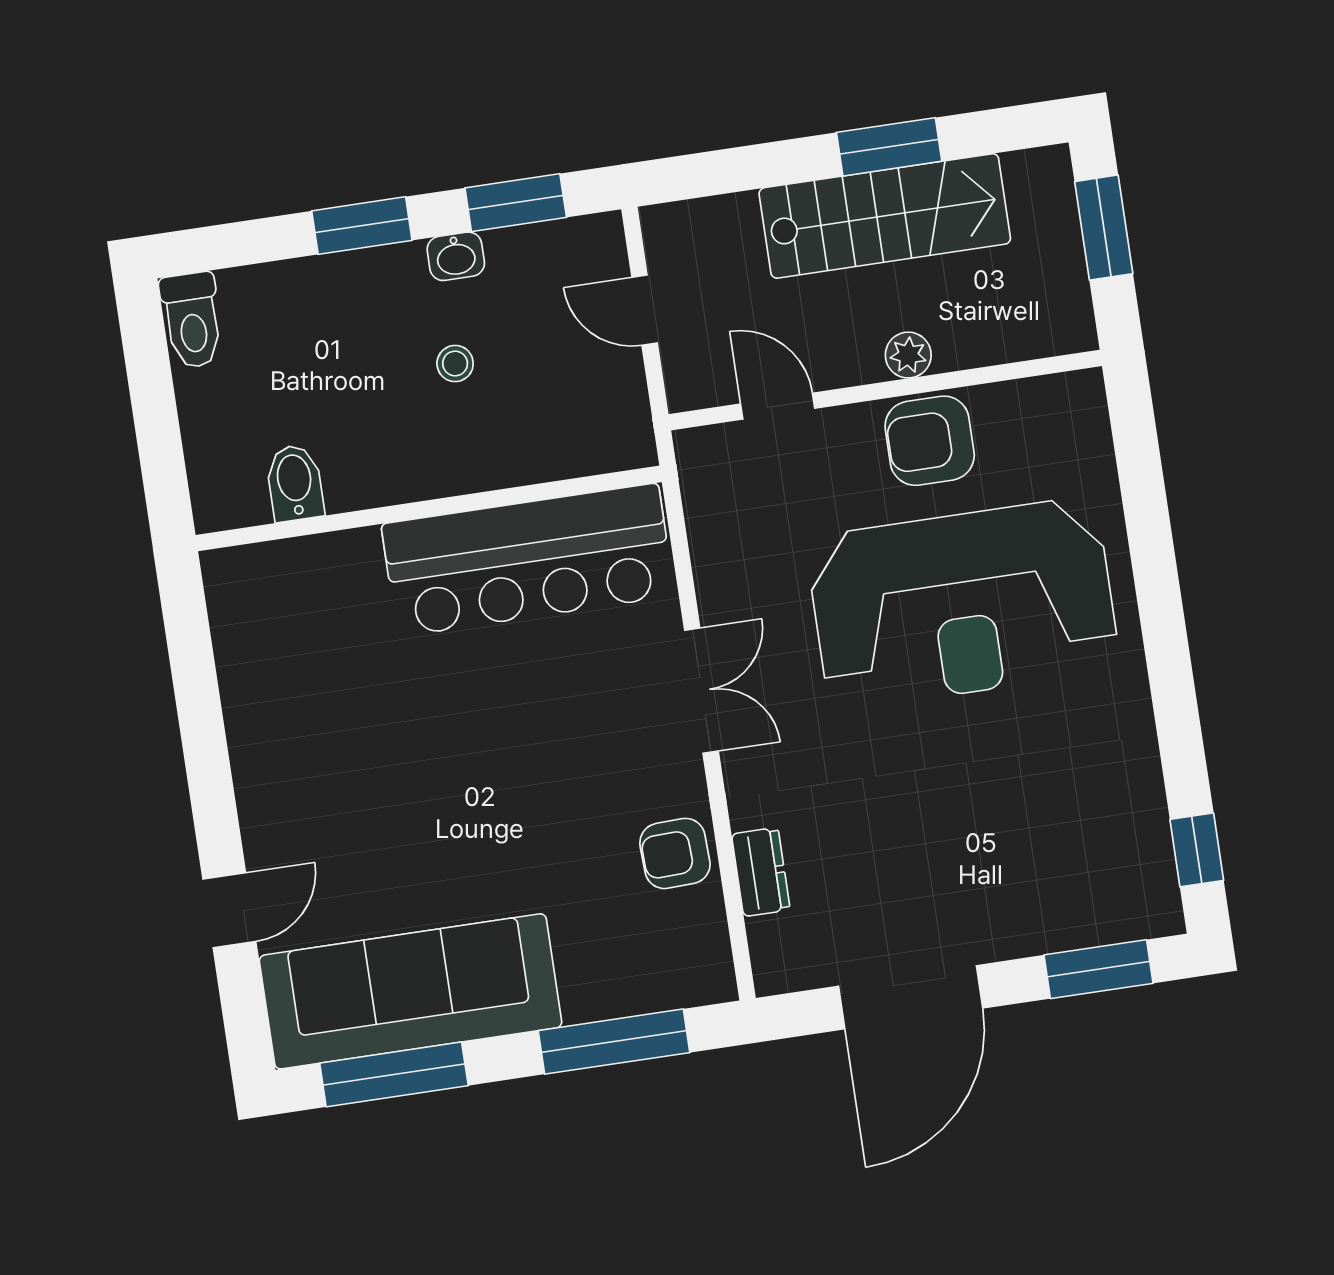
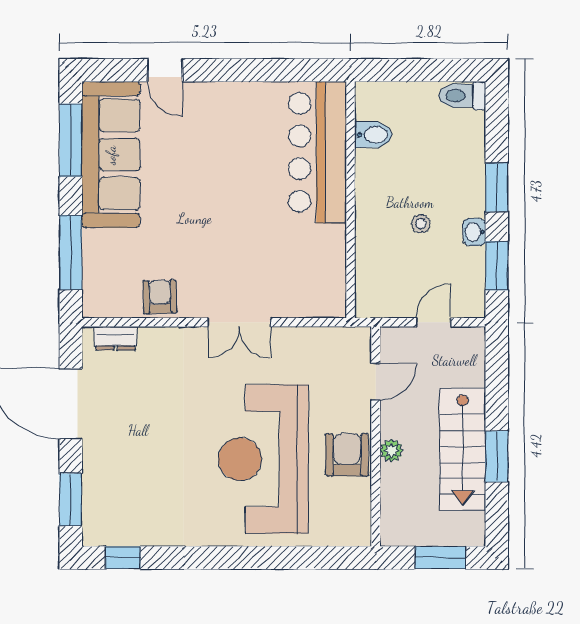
bar counter: (528, 560) -> (318, 152), moved
dresser: (761, 872) -> (116, 338), moved

